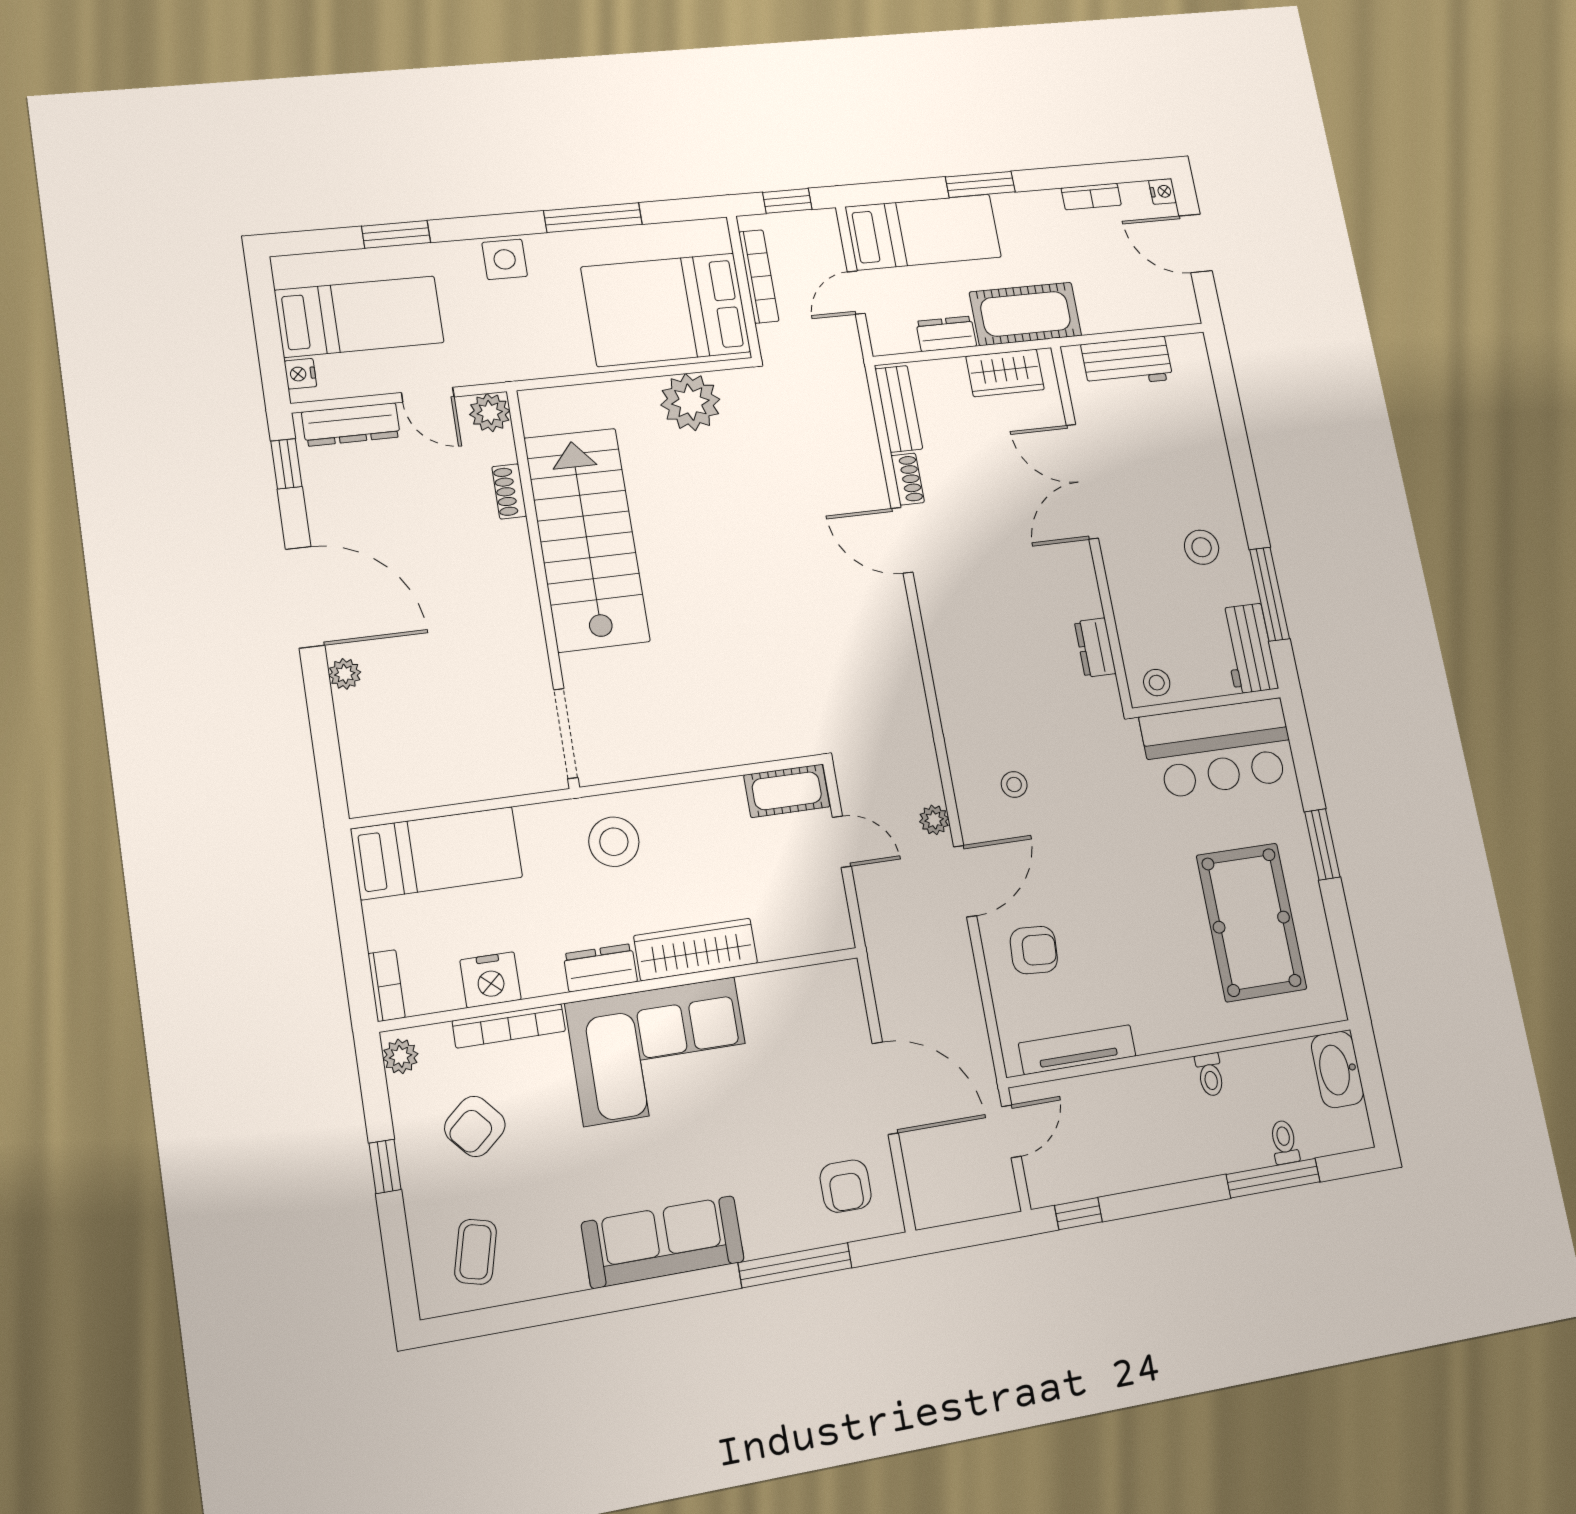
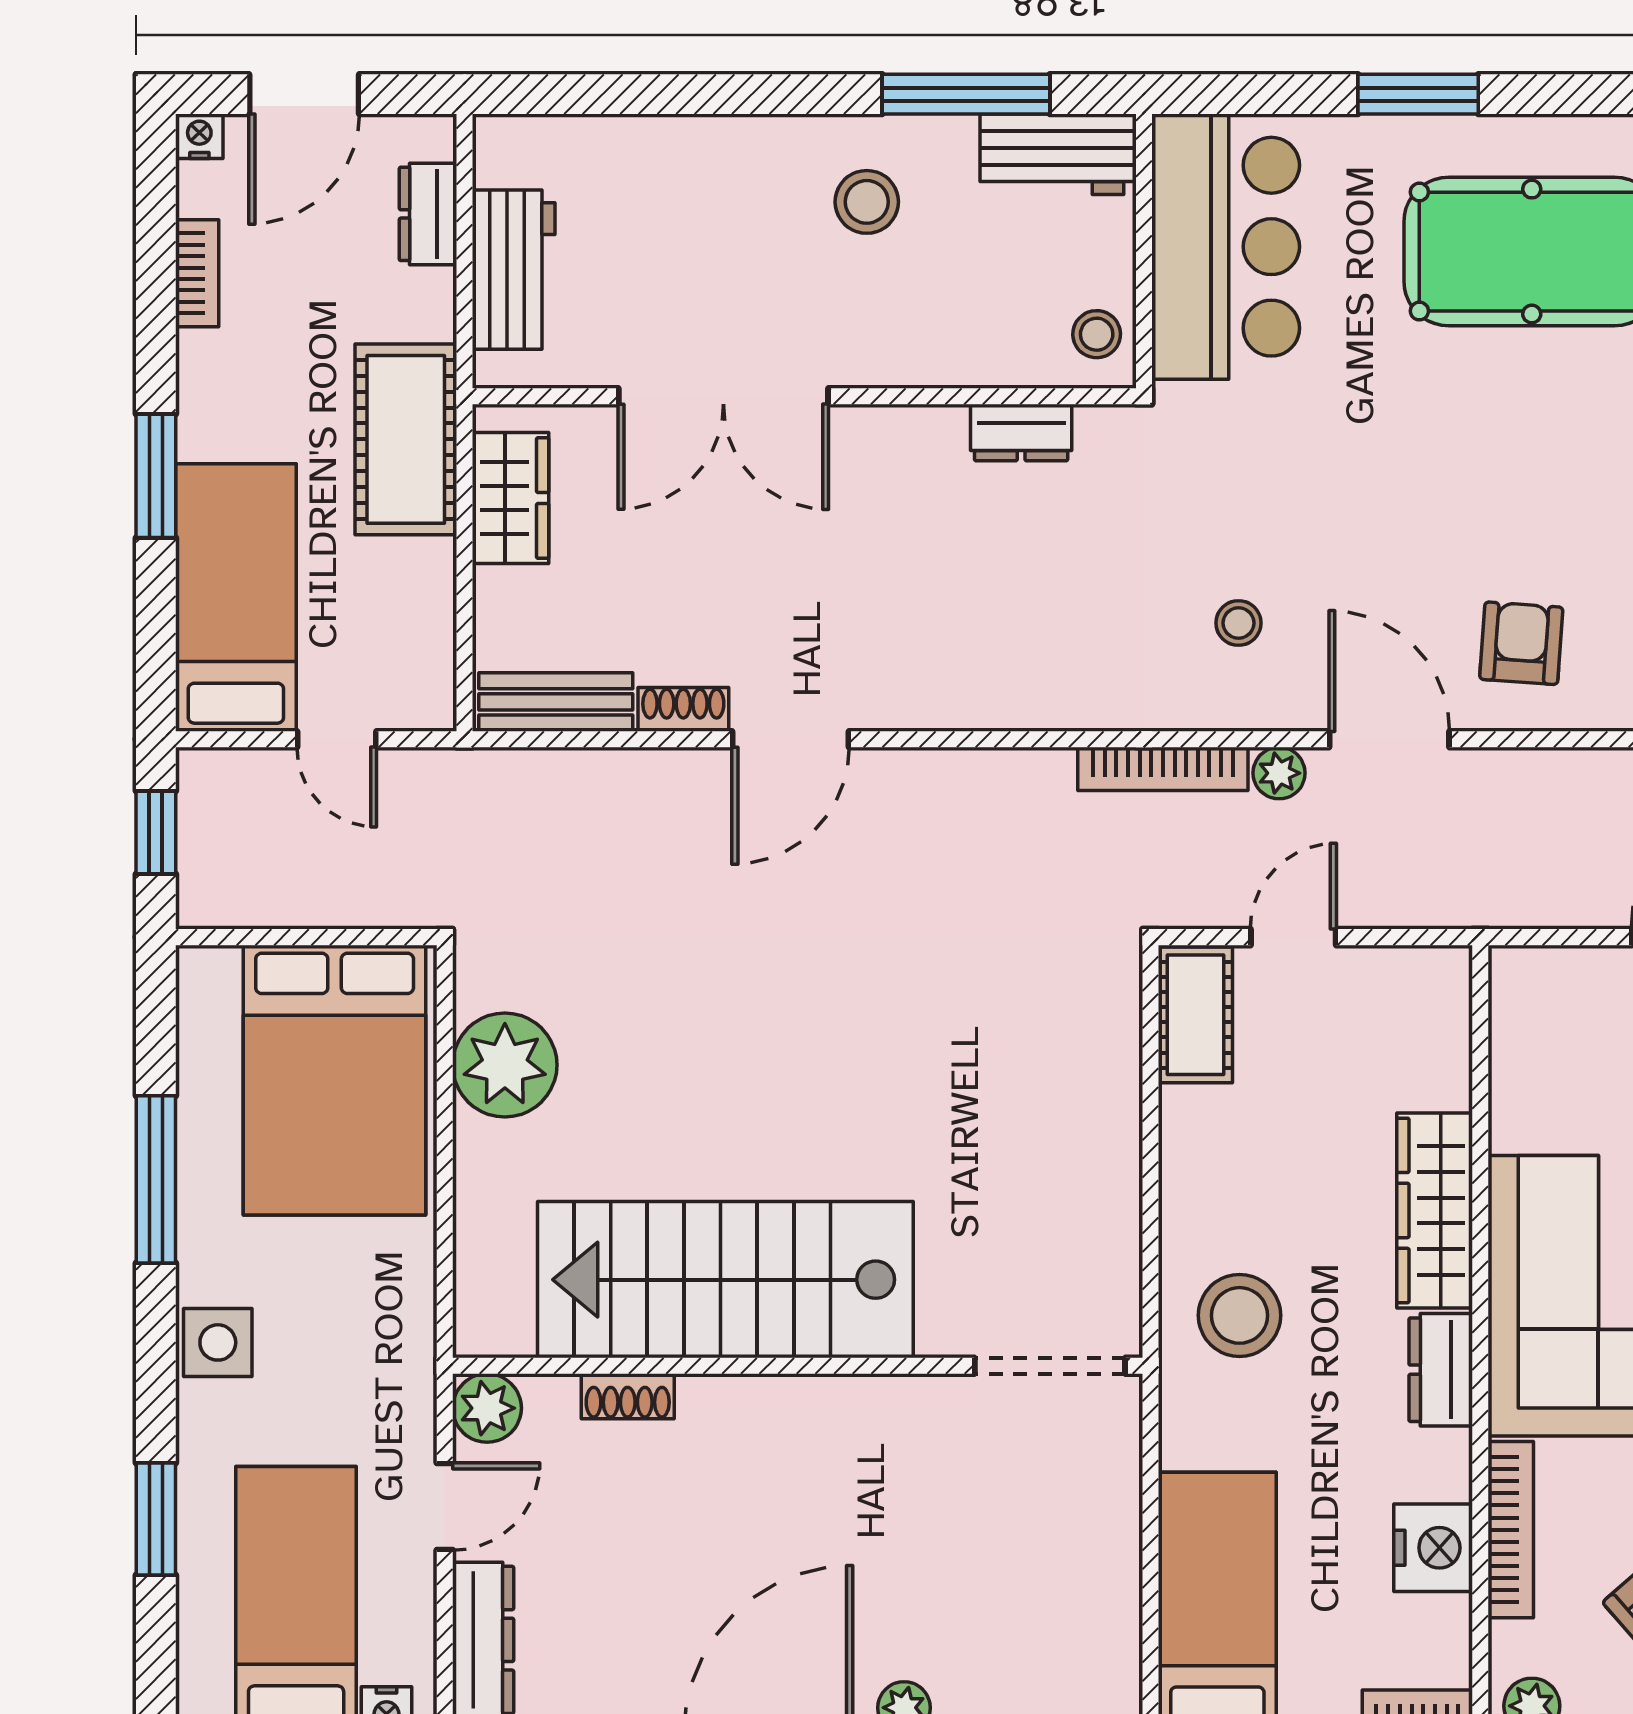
bookcase: (759, 276) -> (1163, 769), moved, turned 180
dresser: (946, 334) -> (428, 214), moved

